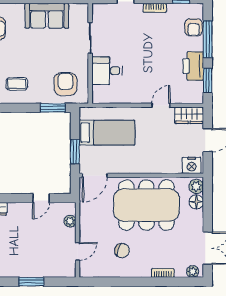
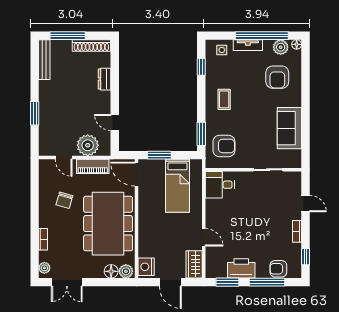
desk: (107, 71) -> (220, 185), moved, turned -90
plant: (70, 221) -> (88, 145), width x1.88, depth x1.88
piano: (87, 221) -> (93, 166), added

